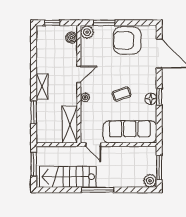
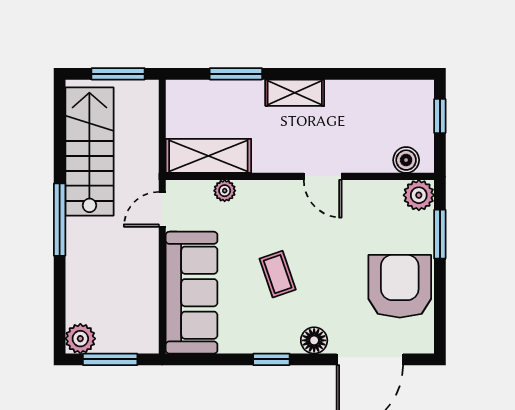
plant: (85, 97) -> (225, 191), moved
floor lamp: (151, 99) -> (314, 340), moved

